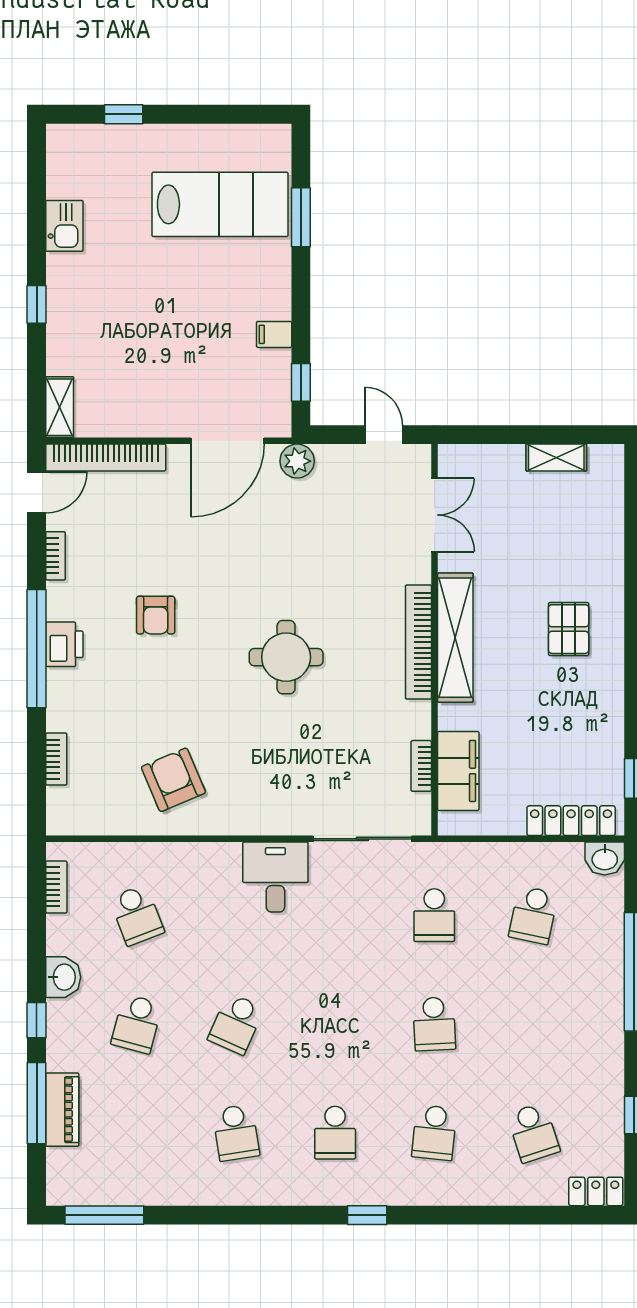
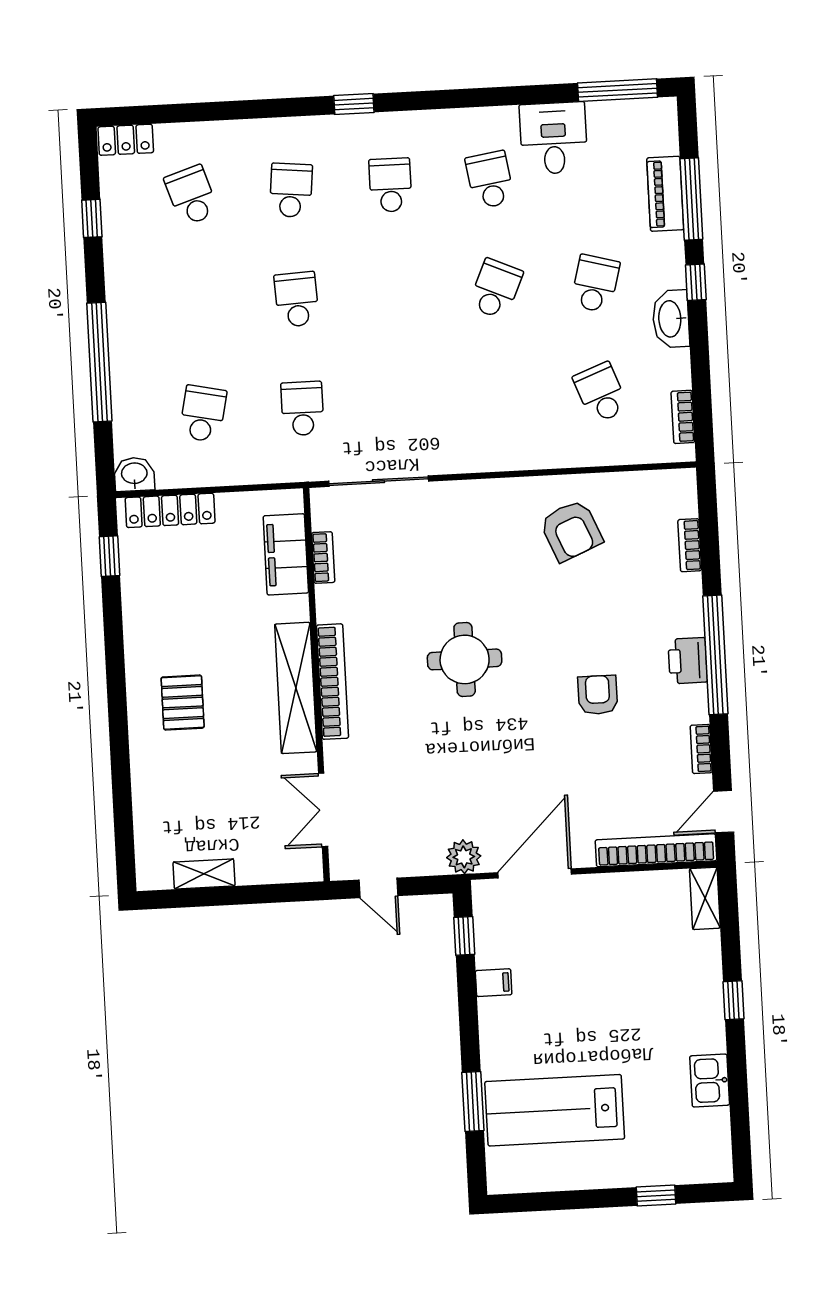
desk: (275, 877) -> (554, 138), moved, turned 180
washbasin: (63, 977) -> (671, 319), width x1.38

